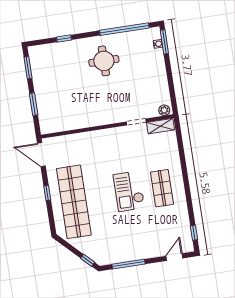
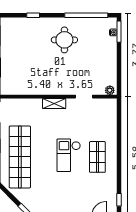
shelving: (161, 126) -> (54, 103), moved

